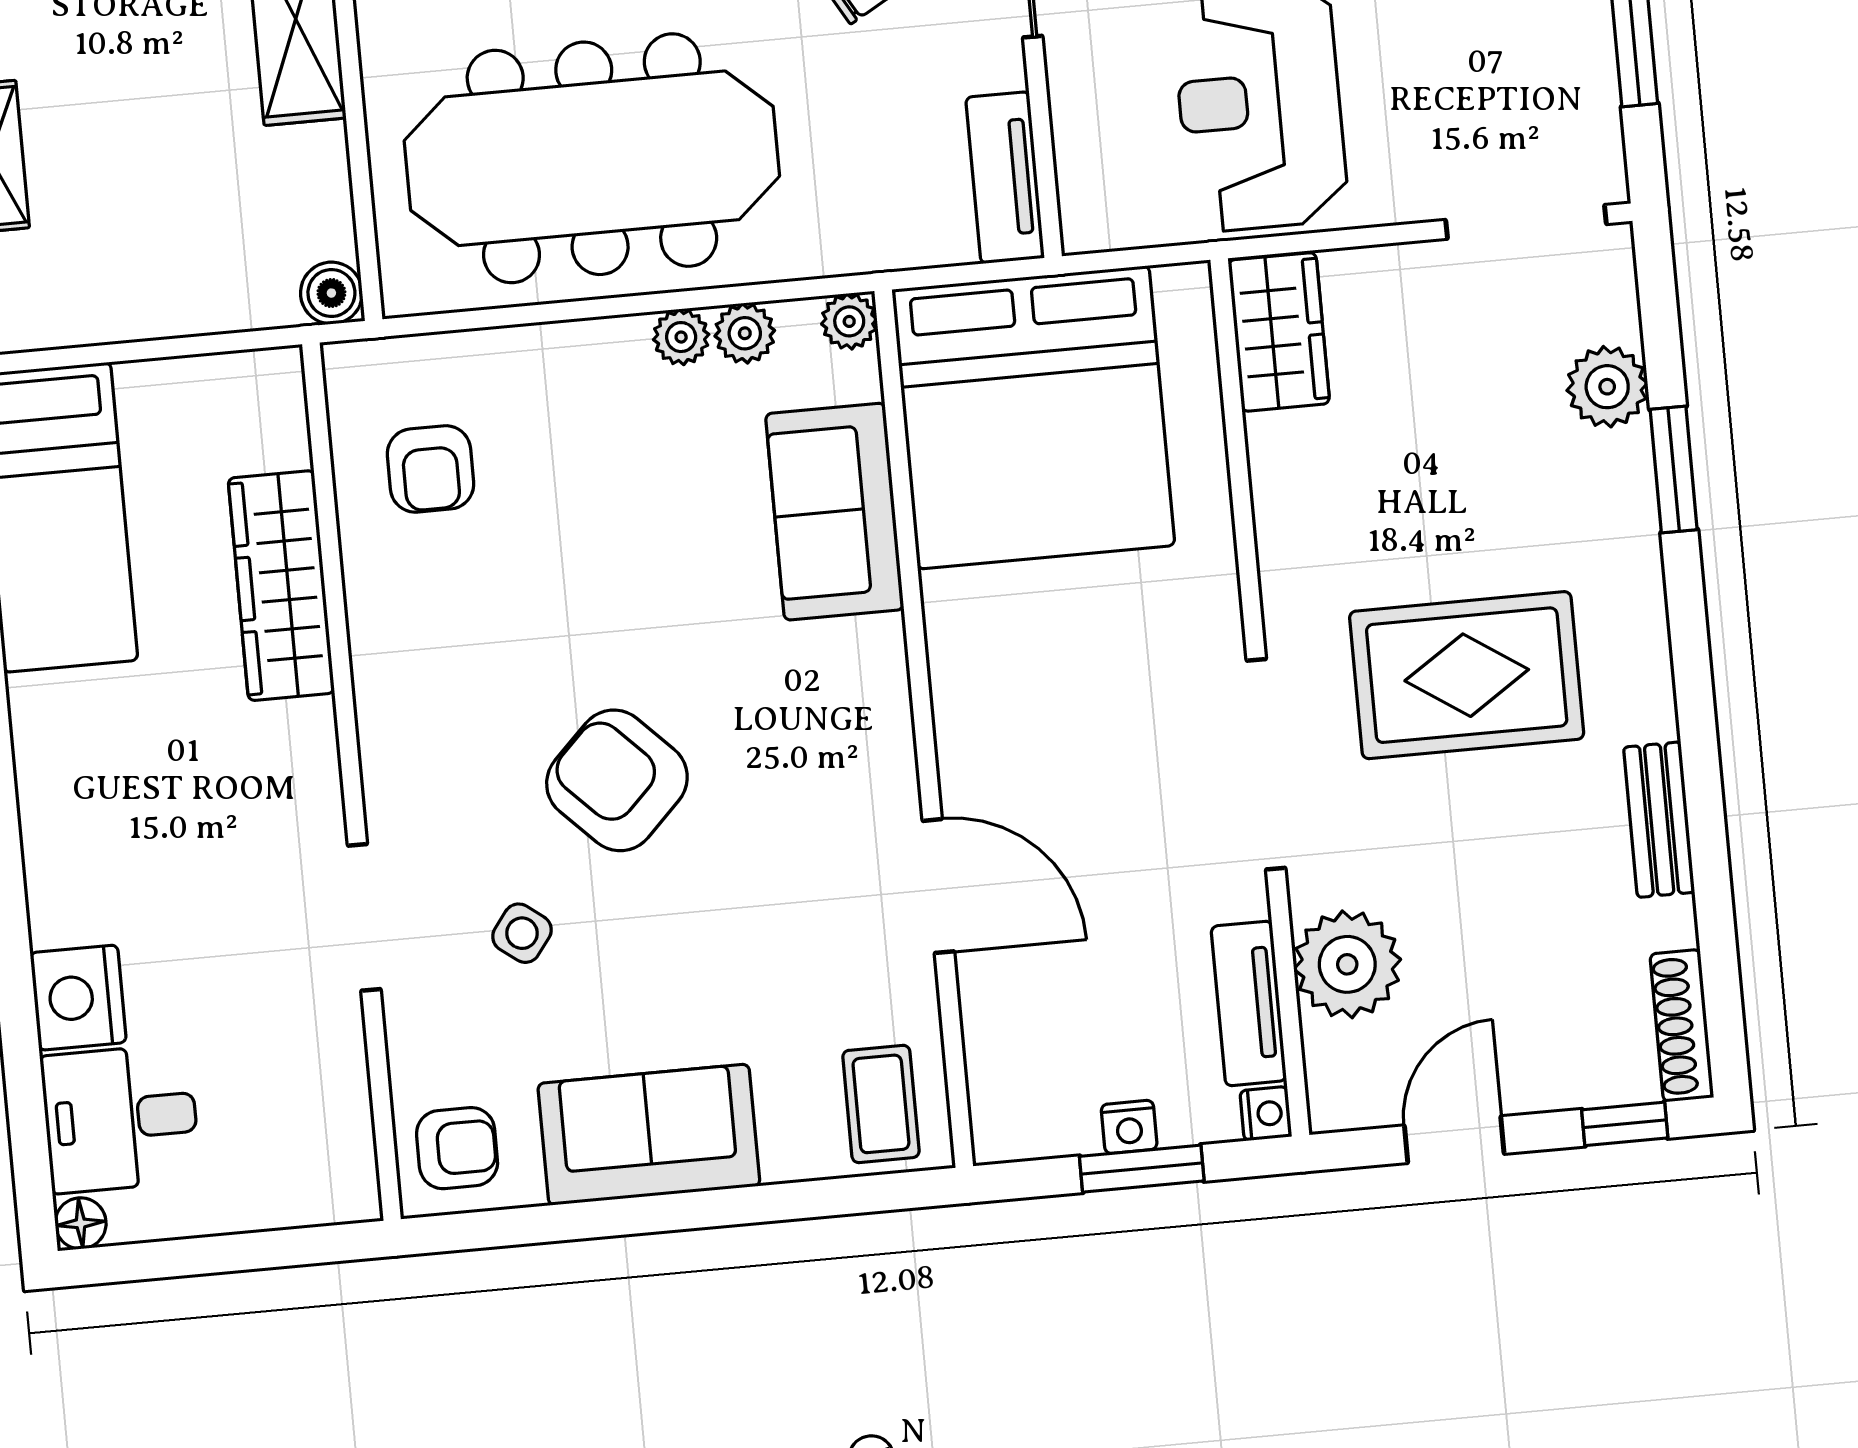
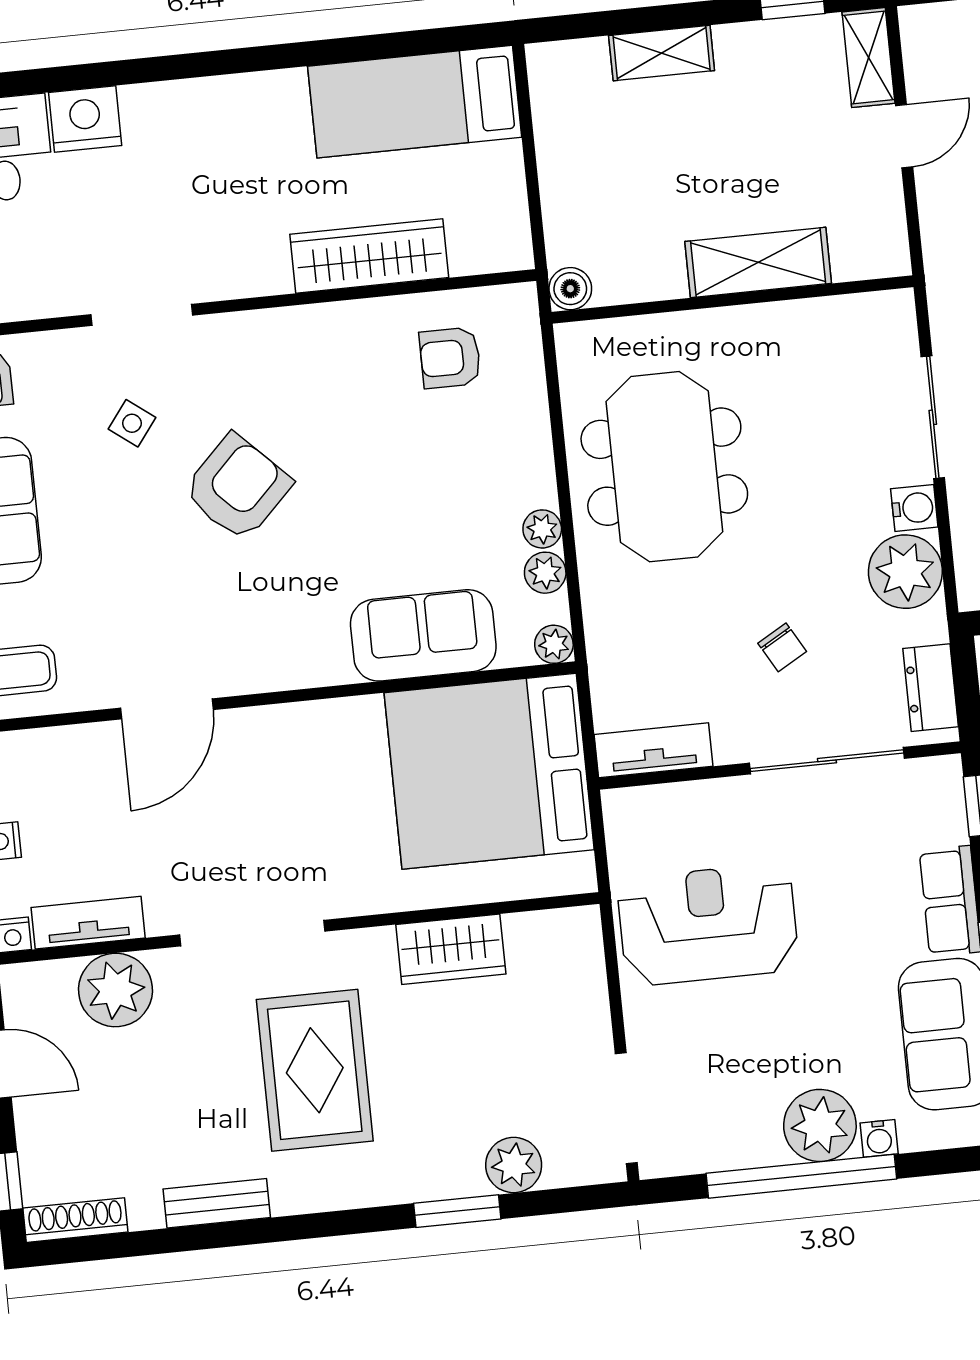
meeting table: (592, 158) -> (664, 467), width x0.73
wardrobe: (1279, 332) -> (451, 949), moved

